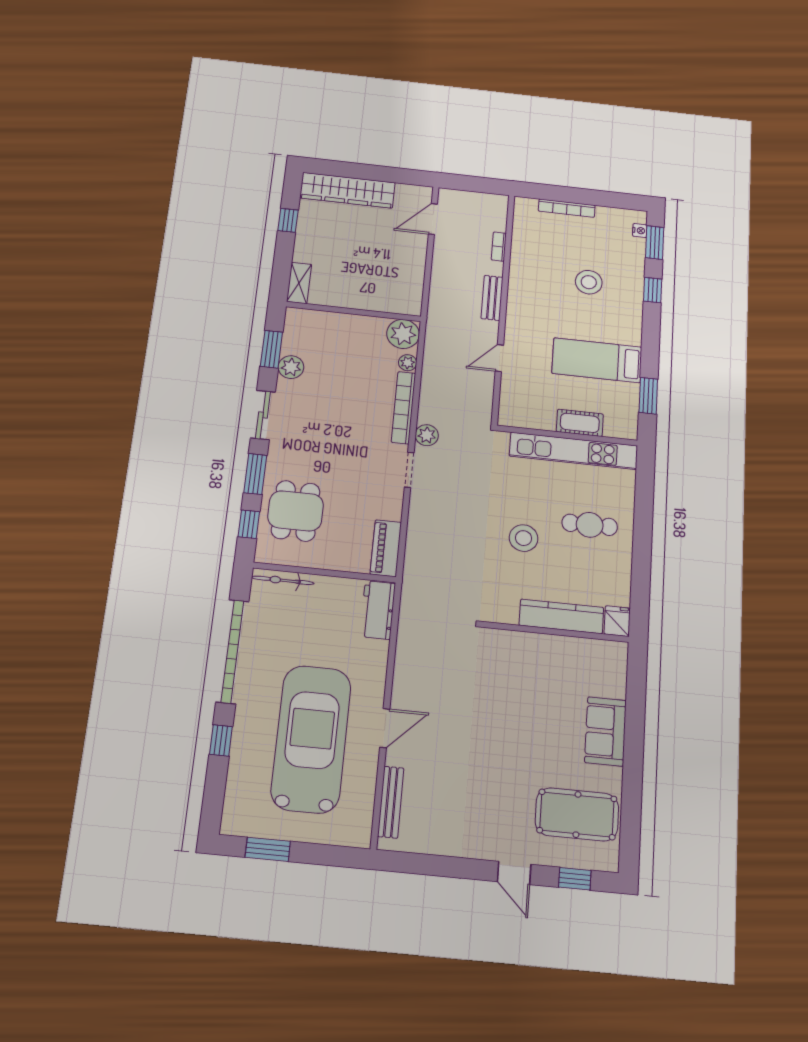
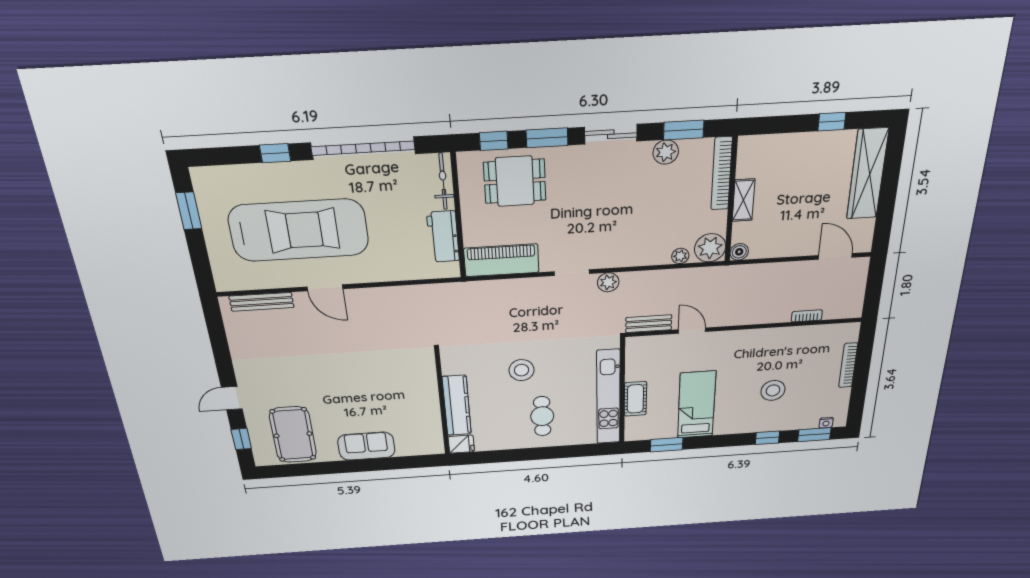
shelving: (299, 283) -> (743, 200), moved, turned 90
bench: (492, 298) -> (649, 324), moved
boiler: (412, 307) -> (739, 252), added
bookcase: (403, 408) -> (722, 174), moved, turned -90
piano: (386, 548) -> (501, 260), width x1.37, depth x1.33
workbench: (378, 610) -> (443, 237), moved, turned -90

